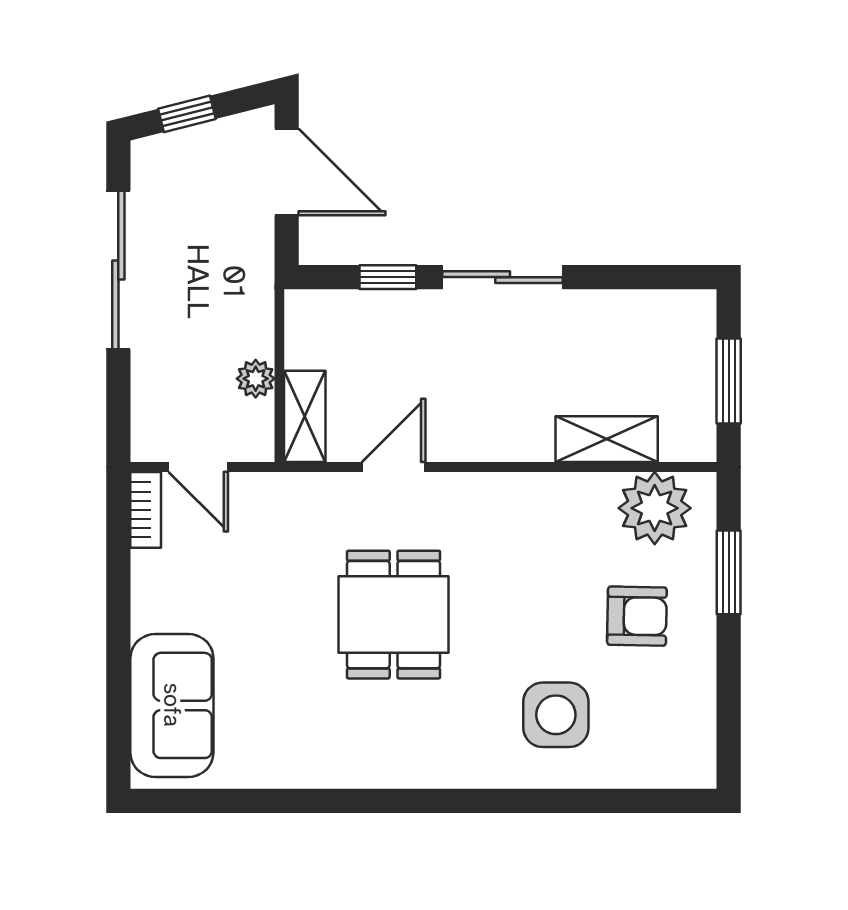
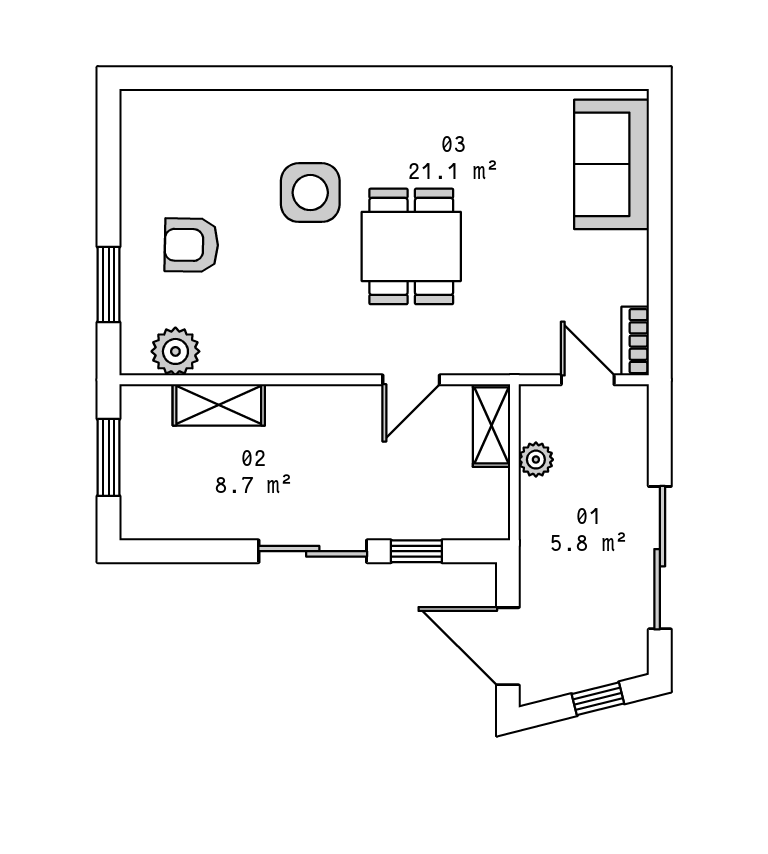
plant: (655, 508) -> (175, 351), width x0.73, depth x0.73
side table: (556, 715) -> (310, 193), moved

